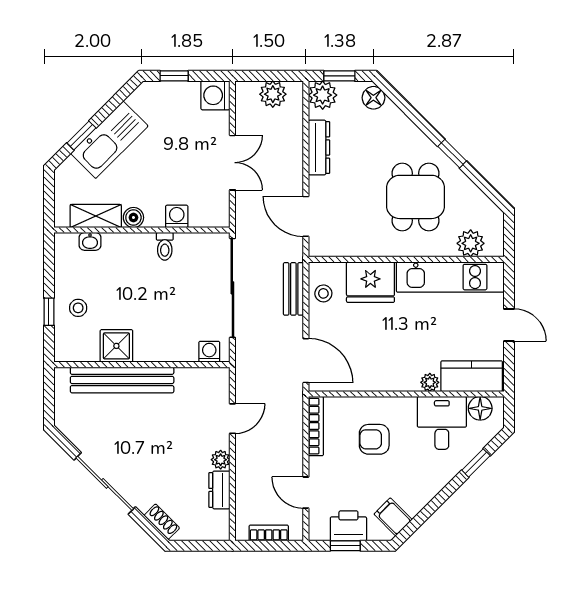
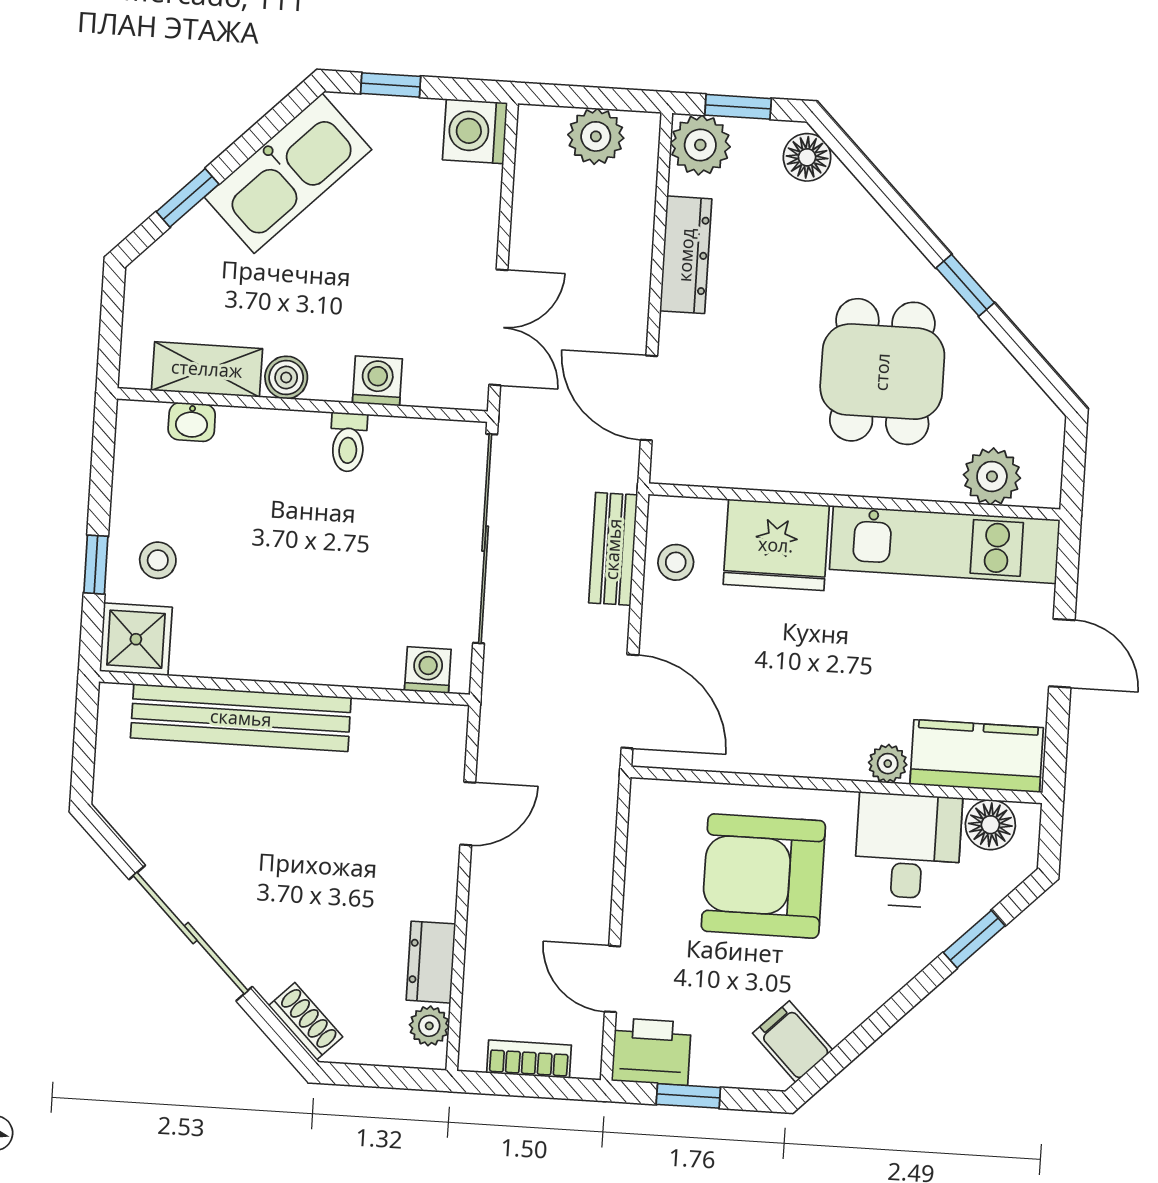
kitchen sink: (109, 140) -> (288, 173), moved
double door: (232, 163) -> (498, 327), moved
shower: (116, 346) -> (136, 639), moved
bookcase: (316, 426) -> (642, 840), removed
armchair: (374, 439) -> (763, 876), width x1.88, depth x1.88
plant: (221, 460) -> (429, 1026), moved
printer: (348, 526) -> (651, 1052), moved

